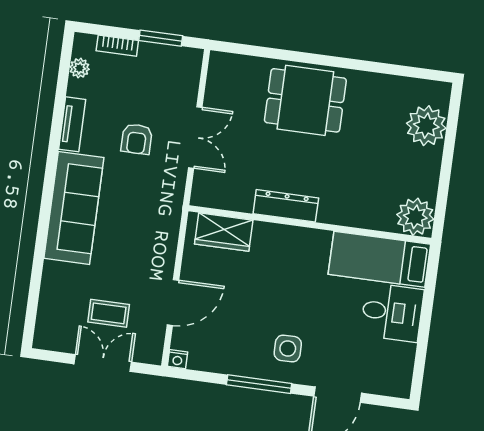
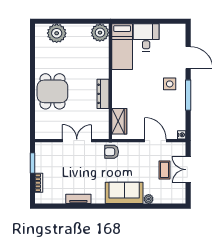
plant: (80, 68) -> (149, 199), moved
armchair: (137, 139) -> (112, 152), moved, turned 180
sofa: (74, 208) -> (124, 193), width x0.73

